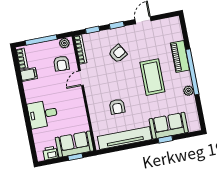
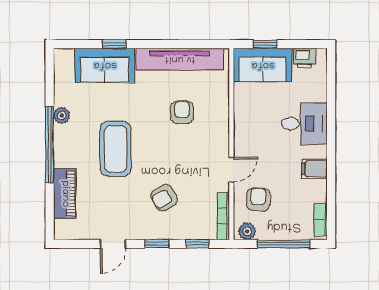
piano: (180, 56) -> (65, 194), moved
filing cabinet: (29, 74) -> (314, 169), moved

